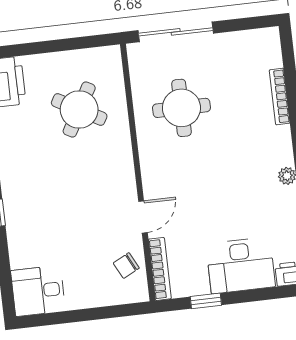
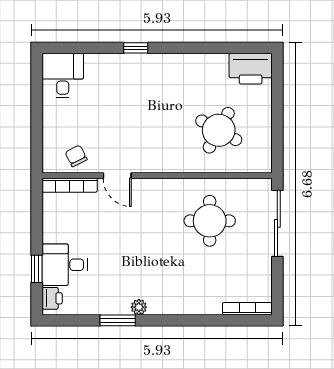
bookcase: (280, 96) -> (247, 309), moved
desk: (241, 265) -> (65, 265), width x0.73
window: (206, 301) -> (37, 269), moved

